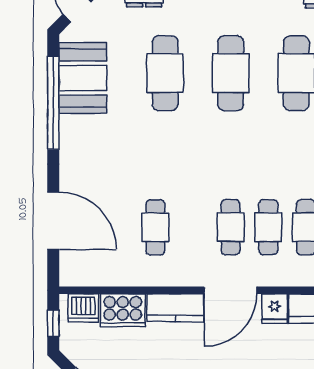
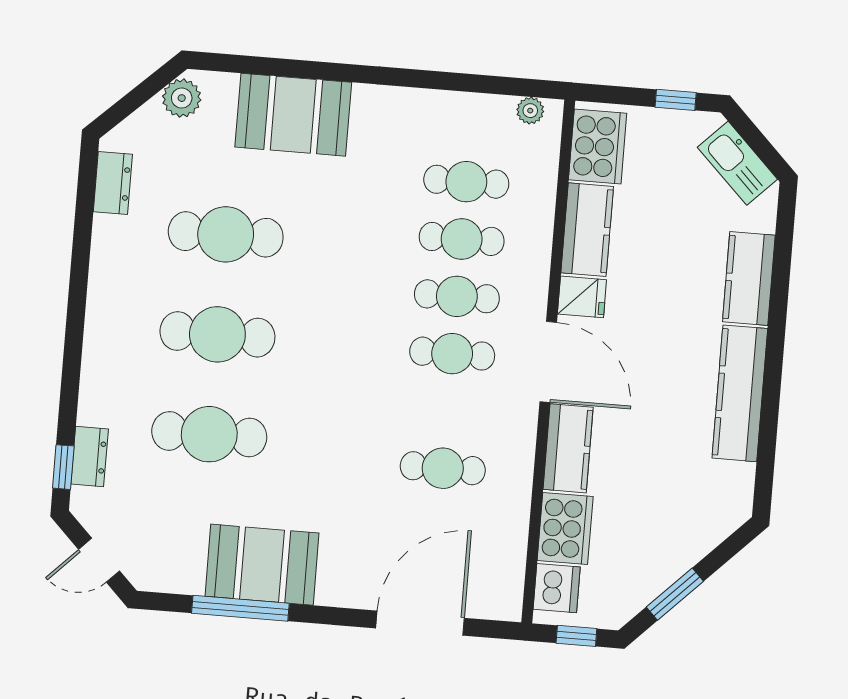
booth: (83, 78) -> (262, 565), moved
window: (53, 103) -> (240, 608), width x0.68

